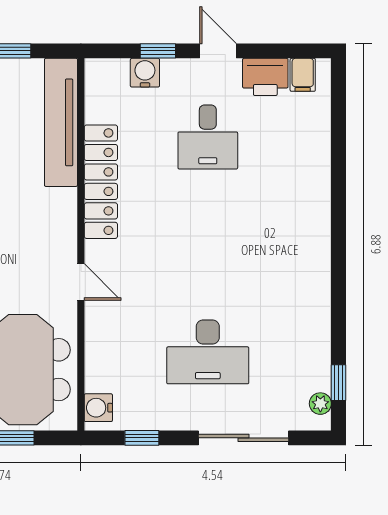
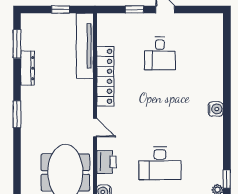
water cooler: (145, 73) -> (216, 109), moved, turned 90
filing cabinet: (303, 75) -> (208, 22), removed
printer: (265, 77) -> (106, 162), moved, turned -90

